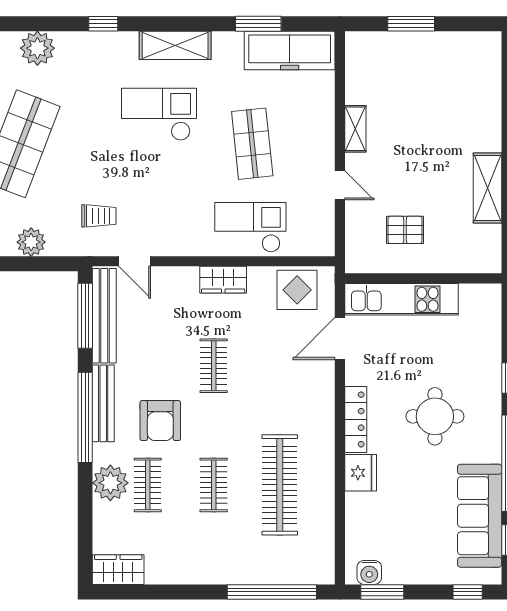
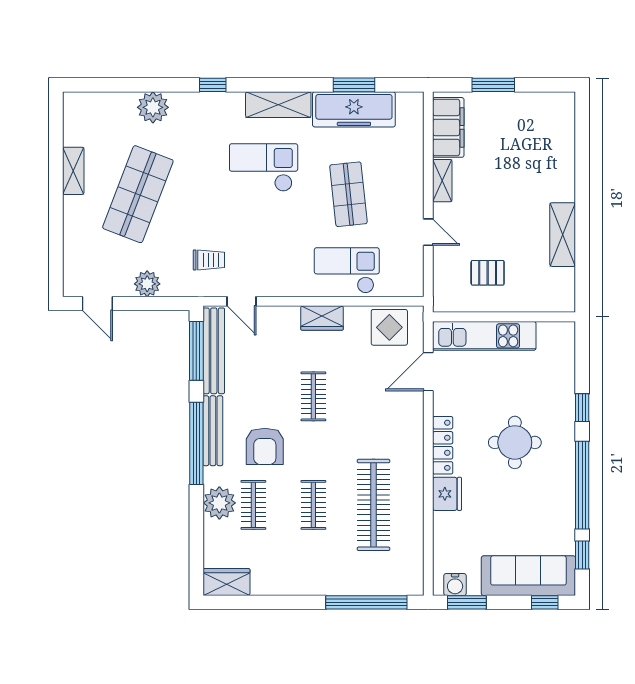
freezer: (290, 50) -> (354, 109), moved
filing cabinet: (362, 70) -> (448, 127), added
sofa: (480, 516) -> (528, 576), moved, turned 90

